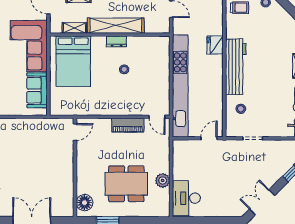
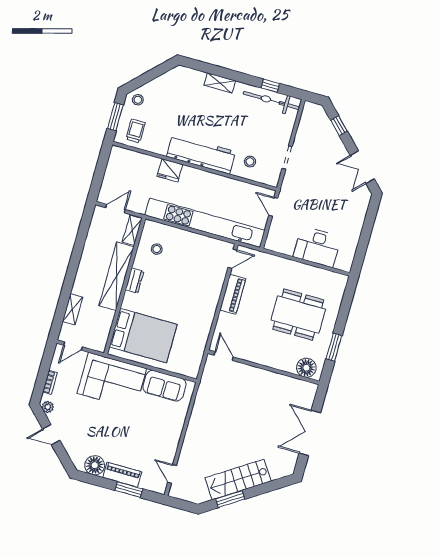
shelving: (74, 28) -> (132, 230), moved
stool: (124, 69) -> (157, 249), moved
plant: (163, 180) -> (306, 273), removed
dining table: (126, 184) -> (298, 315), turned 90
desk: (186, 198) -> (317, 247), moved

